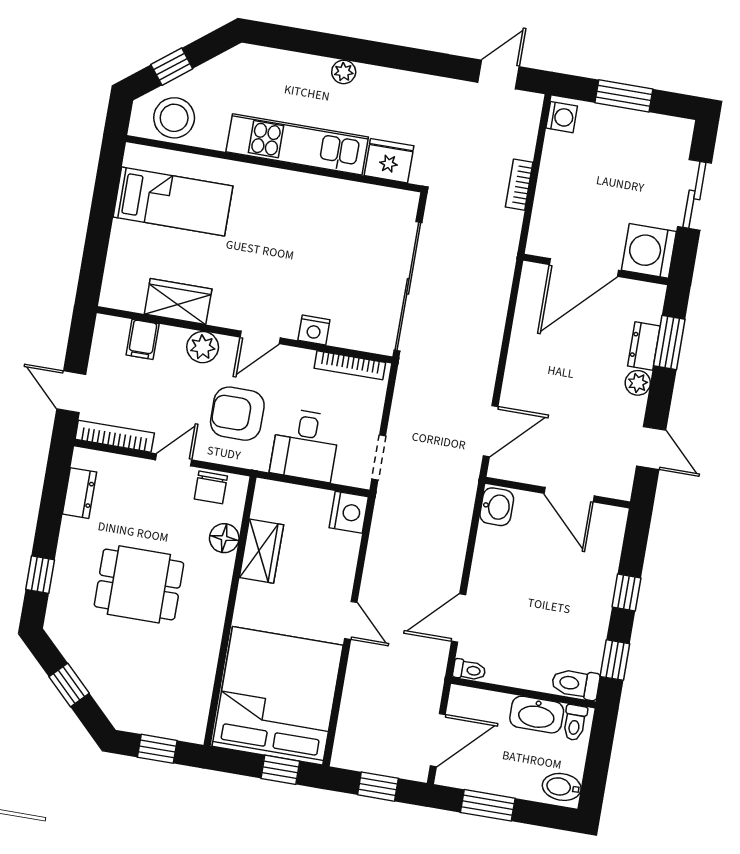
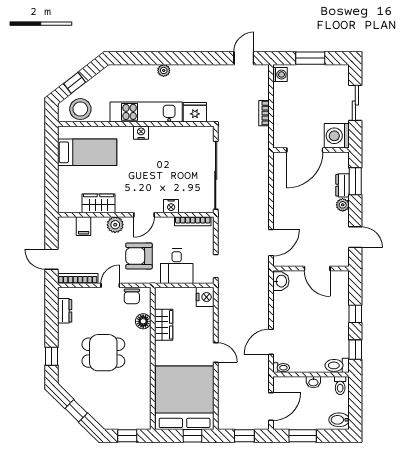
nightstand: (281, 182) -> (141, 133), added
washbasin: (537, 715) -> (313, 382), width x0.52, depth x0.69

